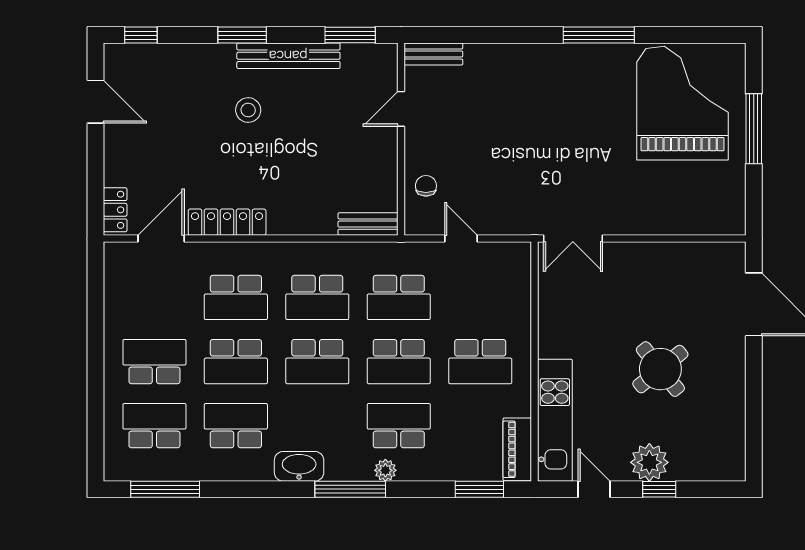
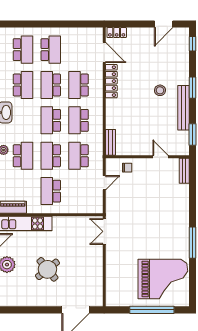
window: (754, 129) -> (152, 310), width x1.46

